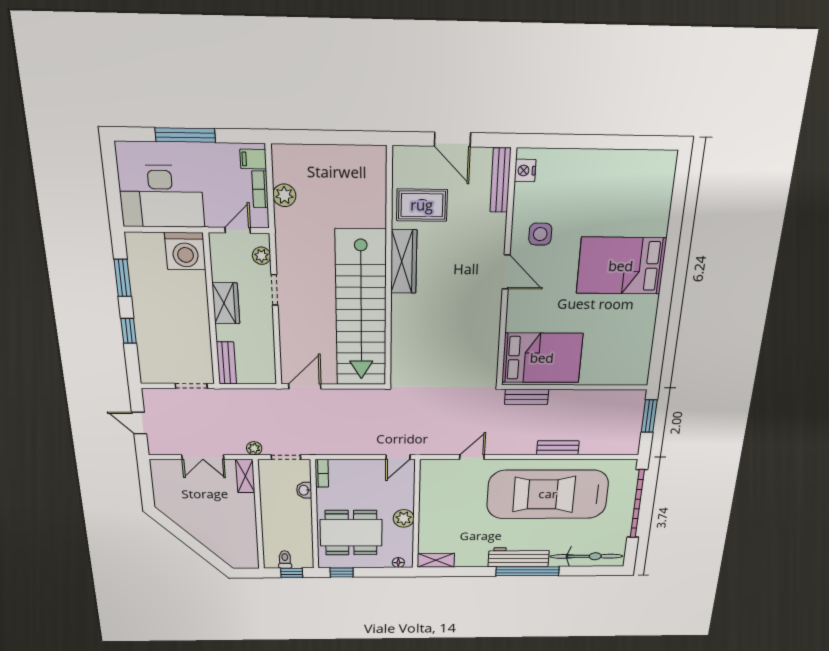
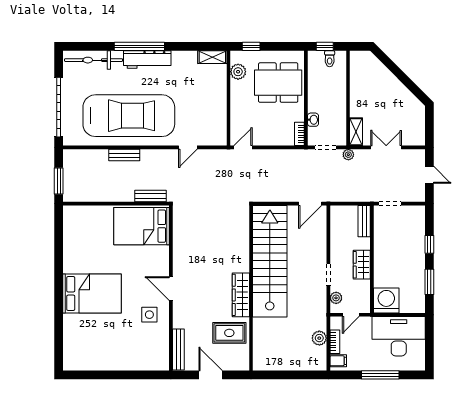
nightstand: (525, 171) -> (162, 356), removed
plant: (404, 518) -> (238, 72), moved
floor lamp: (398, 563) -> (242, 55), removed
window: (342, 572) -> (251, 46), moved

